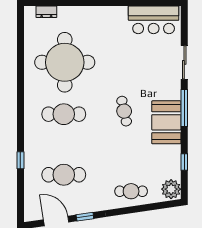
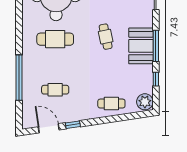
window: (184, 108) -> (156, 46), moved
window: (20, 160) -> (19, 78), width x3.17
cafe table: (64, 175) -> (55, 90), width x0.73, depth x0.74

